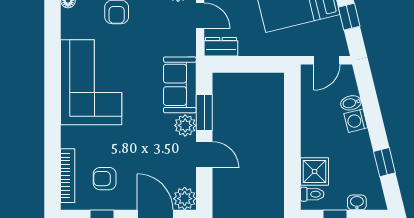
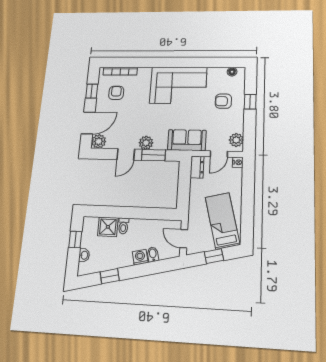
sofa: (180, 85) -> (187, 140), moved
toilet: (312, 194) -> (123, 226), moved

